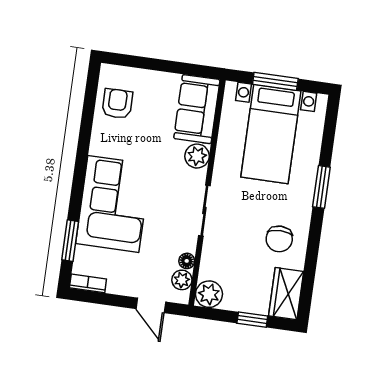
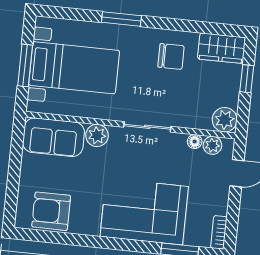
armchair: (117, 104) -> (51, 211), width x1.38, depth x1.38

